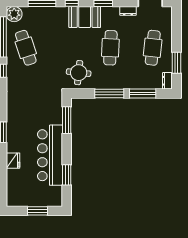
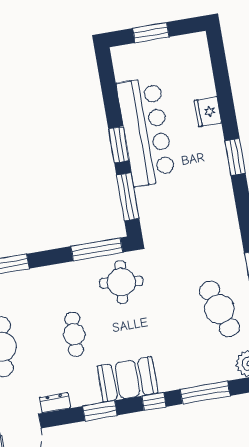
cafe table: (110, 48) -> (74, 334), width x0.73, depth x0.74
window: (109, 93) -> (97, 249), moved
window: (67, 175) -> (119, 145), moved

